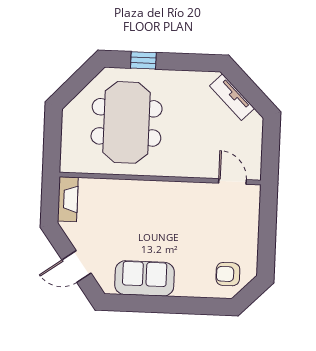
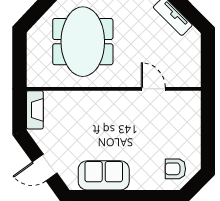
door: (233, 181) -> (153, 89), moved

